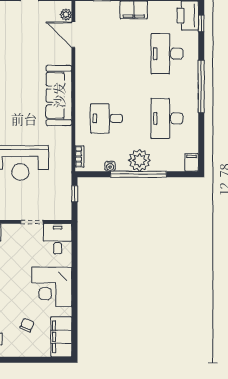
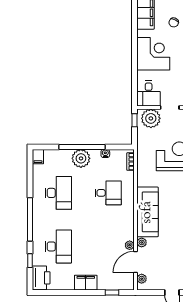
window: (201, 23) -> (30, 261), moved
door: (73, 35) -> (135, 262), swing flipped
plant: (81, 55) -> (130, 245), added
plant: (66, 58) -> (142, 242), added
window: (75, 194) -> (135, 120), moved
plant: (55, 209) -> (151, 118), added

